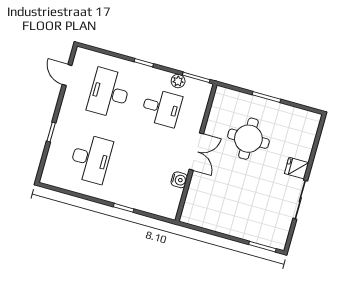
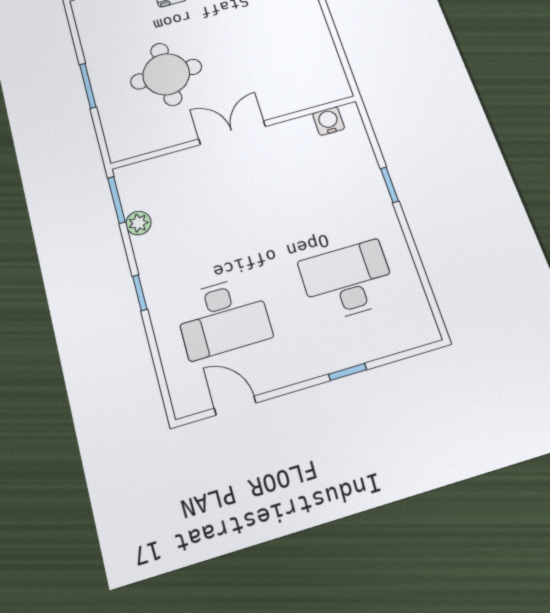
door: (67, 75) -> (235, 406), swing flipped
desk: (162, 108) -> (196, 222), removed
water cooler: (179, 180) -> (329, 121), moved

